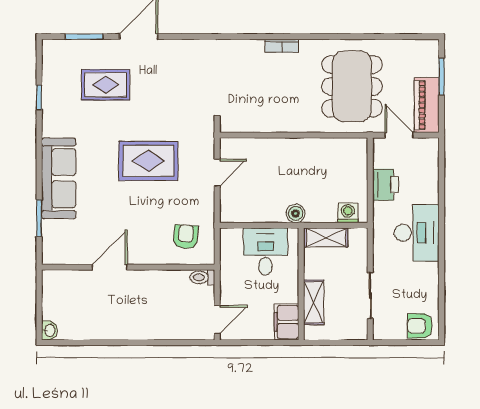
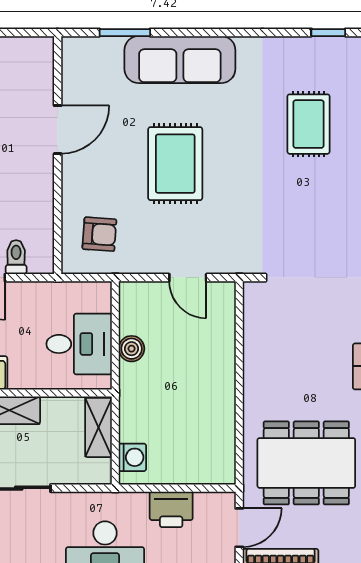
window: (39, 98) -> (328, 33), moved
rug: (148, 161) -> (175, 164), moved
boiler: (296, 213) -> (132, 349), moved
door: (110, 267) -> (58, 130), hinge flipped
toilet: (202, 277) -> (16, 257), moved

